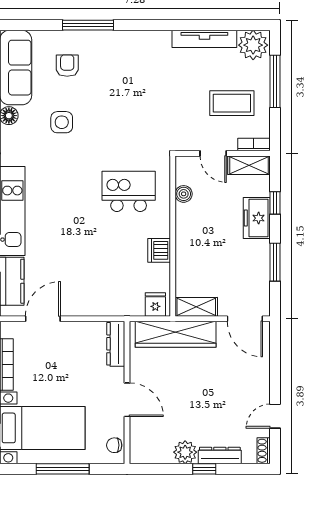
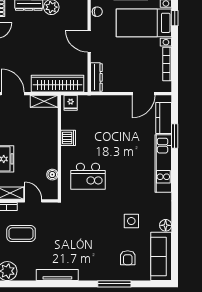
tv unit: (204, 39) -> (57, 275), moved

